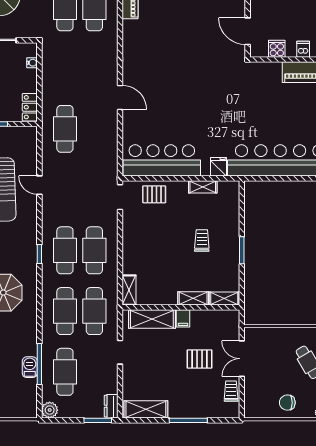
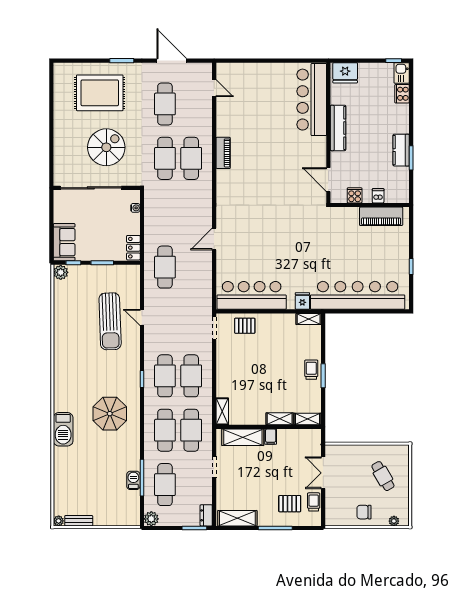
door: (120, 97) -> (214, 239), swing flipped
shelving: (203, 187) -> (309, 319), moved
trolley: (202, 241) -> (311, 370), moved
pallet: (200, 359) -> (290, 504), moved

